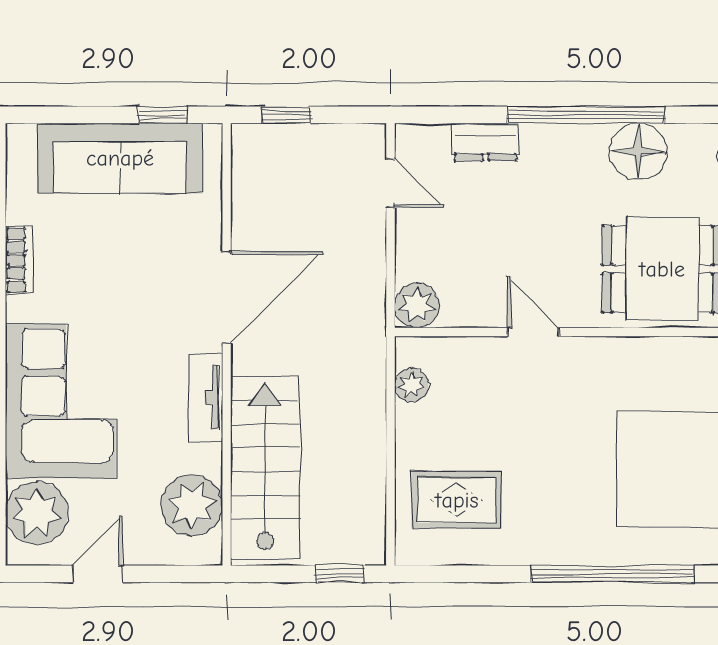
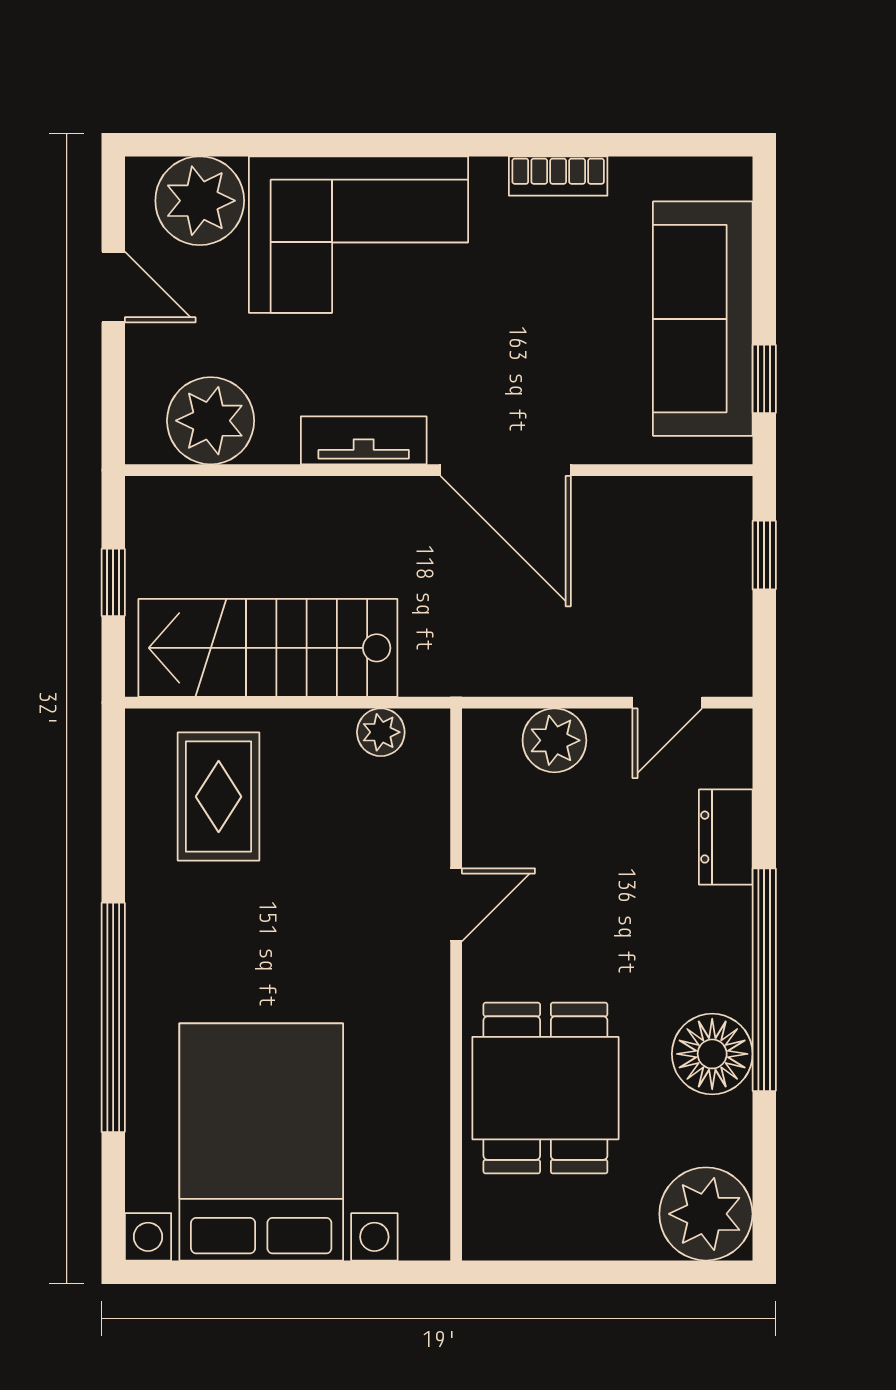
plant: (417, 305) -> (554, 740), moved
stairs: (265, 468) -> (268, 648), moved, turned 180
window: (340, 574) -> (113, 582), moved

